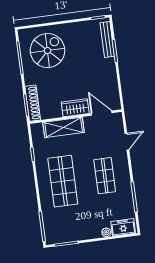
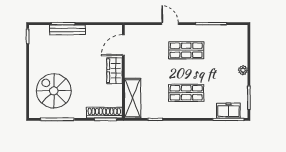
bench: (107, 40) -> (67, 30), moved
shelving: (64, 127) -> (133, 98), moved
door: (127, 142) -> (170, 24), moved
shop shelf: (63, 181) -> (186, 93), width x0.70, depth x0.74
freezer: (123, 227) -> (228, 111), moved, turned 90
plant: (106, 232) -> (243, 70), moved

